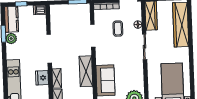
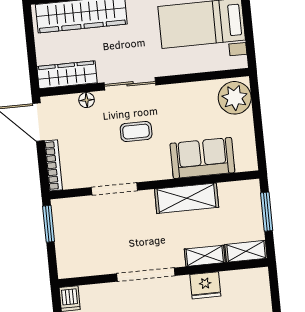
coffee table: (118, 29) -> (136, 132), moved

